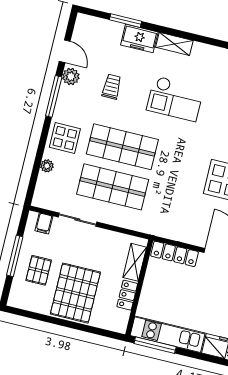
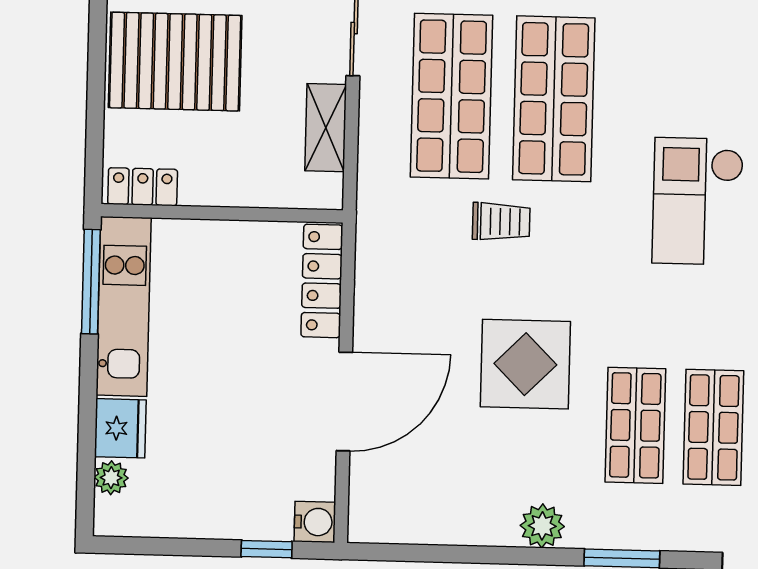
trolley: (112, 87) -> (501, 222), moved
shelving: (135, 262) -> (326, 128), moved, turned 90
locker: (127, 295) -> (143, 187), moved

